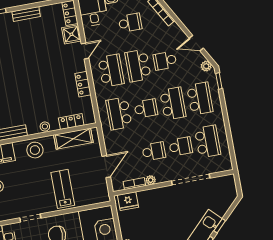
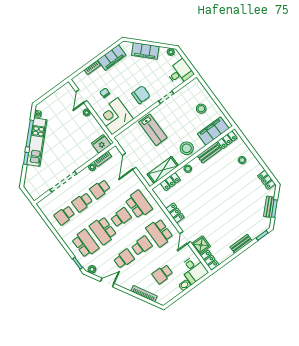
school desk: (138, 66) -> (142, 246), width x0.54
school desk: (200, 99) -> (85, 244), turned 180
school desk: (146, 108) -> (121, 217), turned 180
school desk: (208, 141) -> (64, 215), width x0.54

